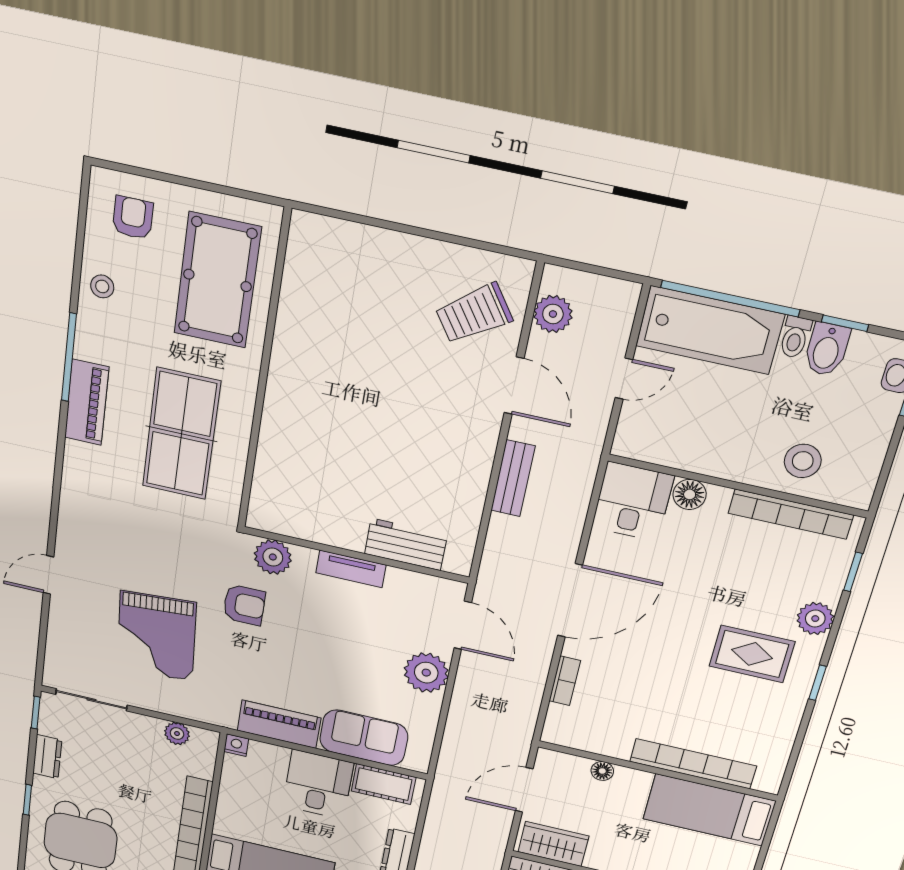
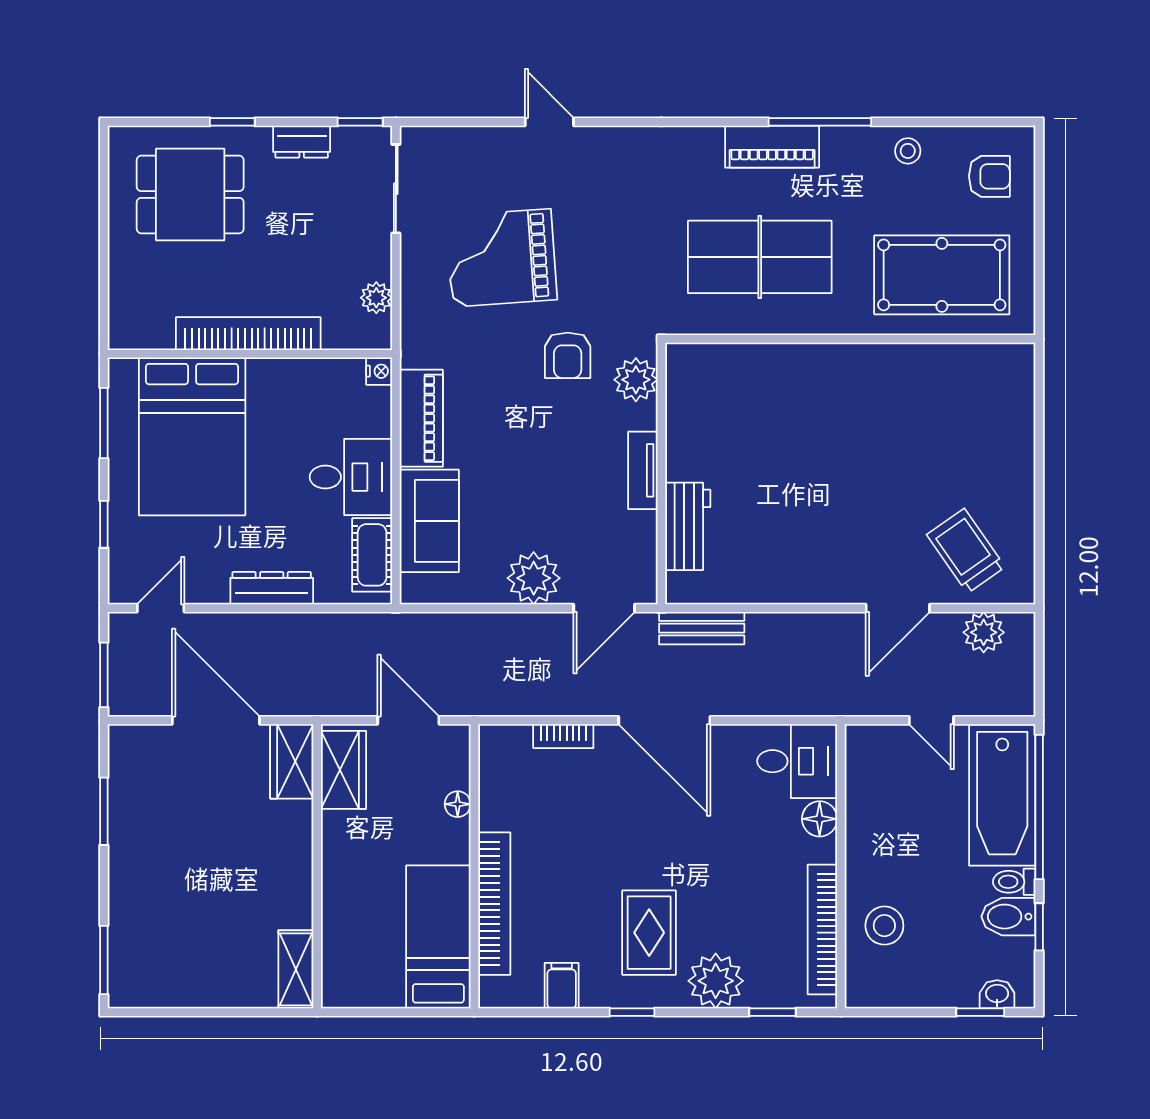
bench: (513, 478) -> (702, 628), moved
plant: (815, 619) -> (716, 981), width x1.36, depth x1.36
filing cabinet: (778, 730) -> (562, 986), added

